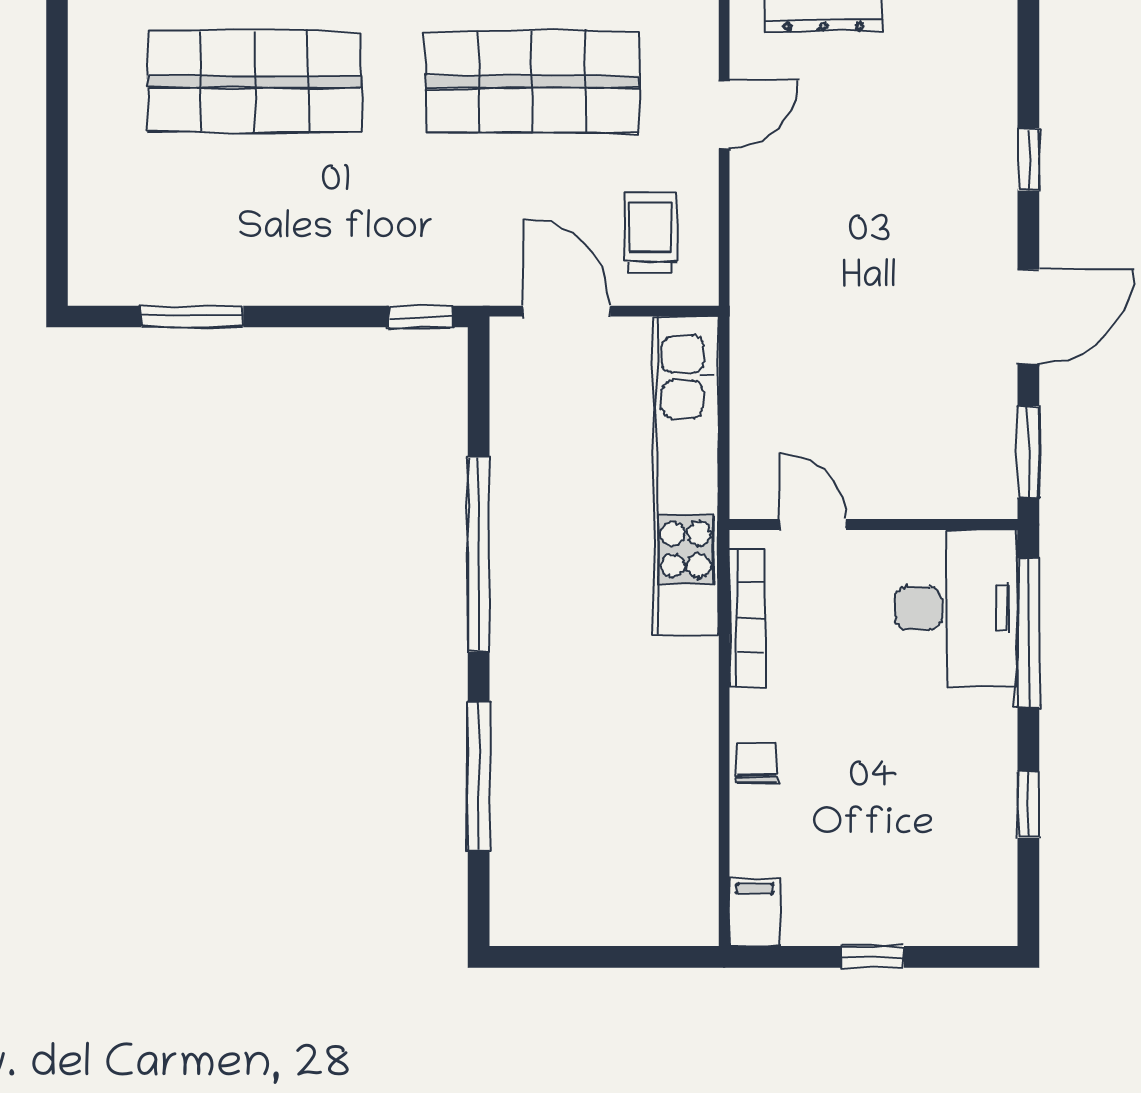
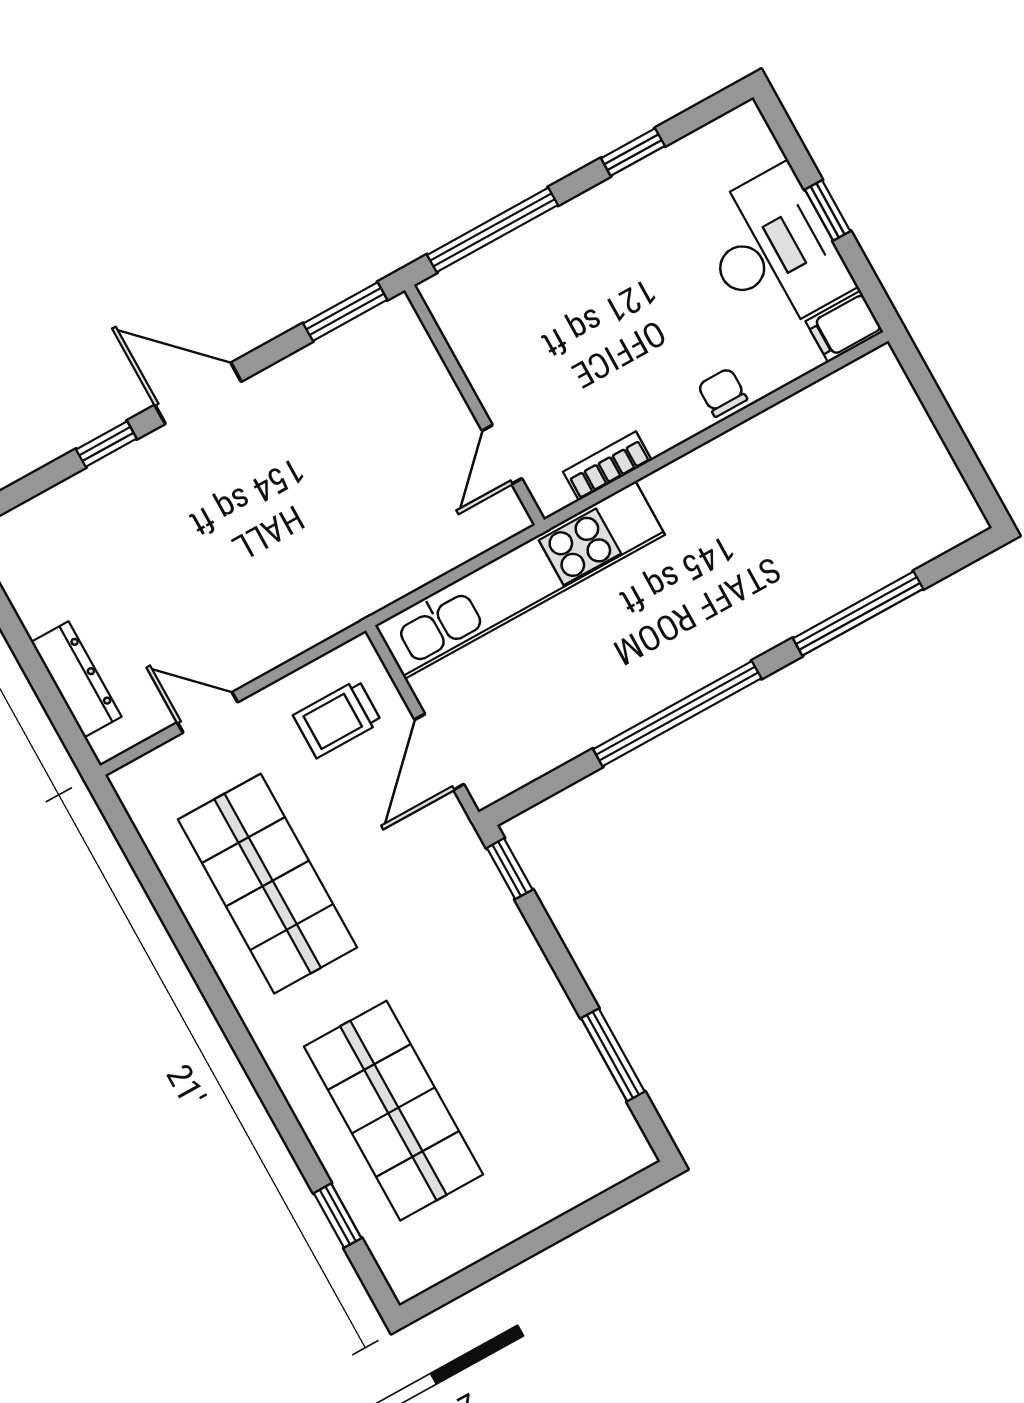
door: (1028, 317) -> (198, 393), moved
desk: (956, 608) -> (773, 251), moved, turned 90
bookcase: (747, 617) -> (607, 466), width x0.64
chair: (757, 764) -> (722, 392), turned 90

